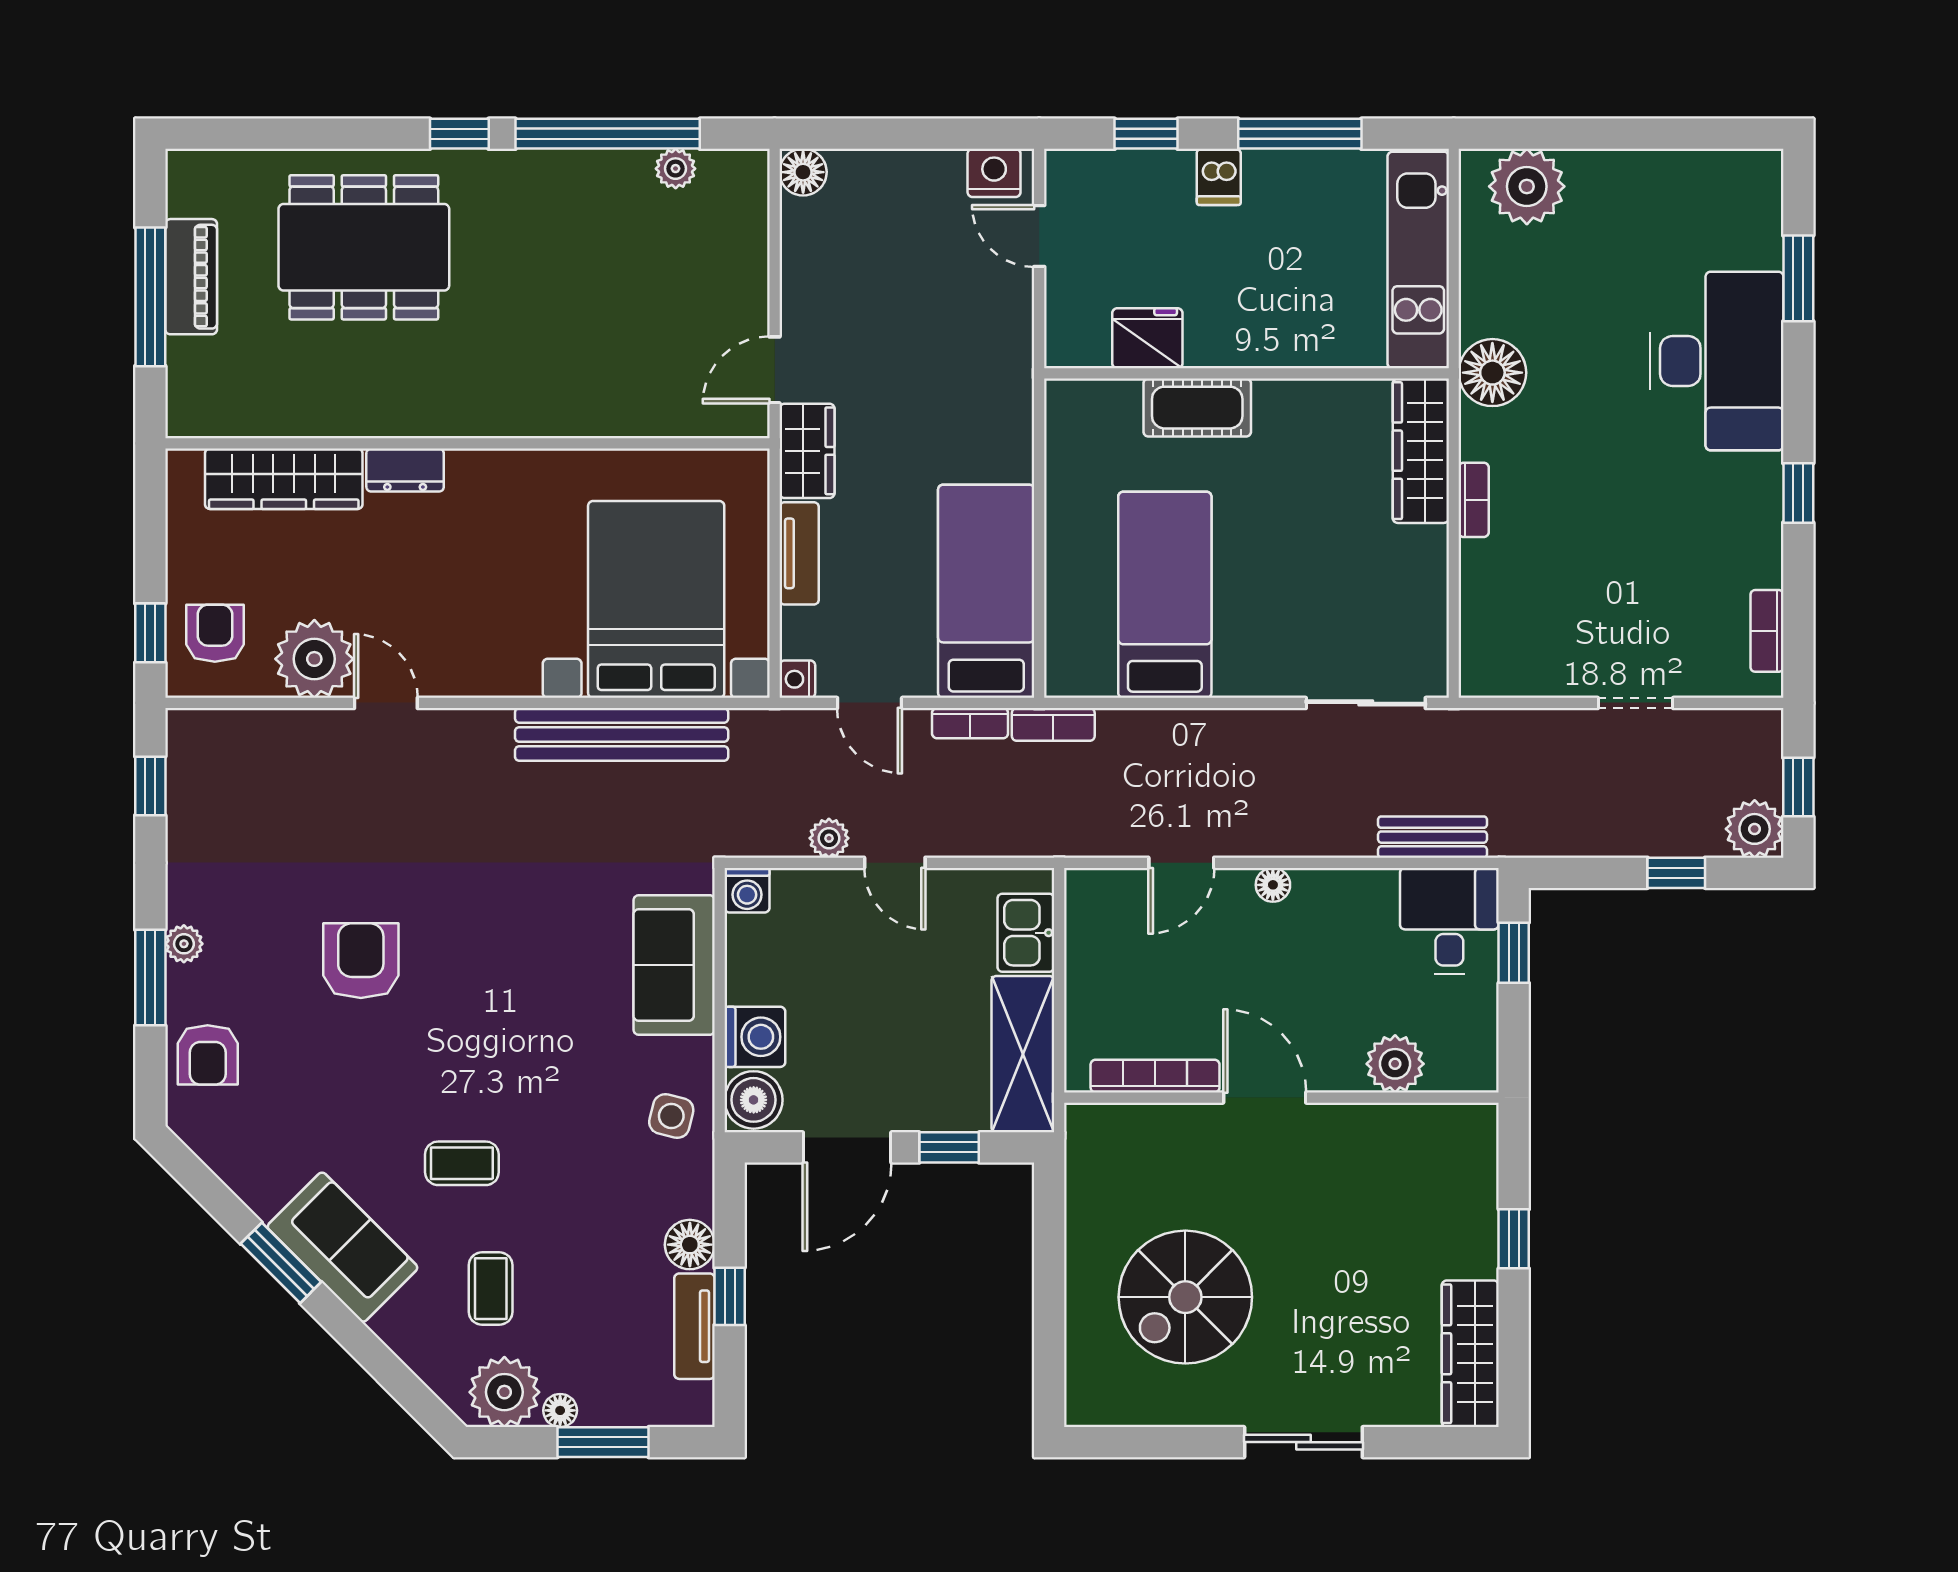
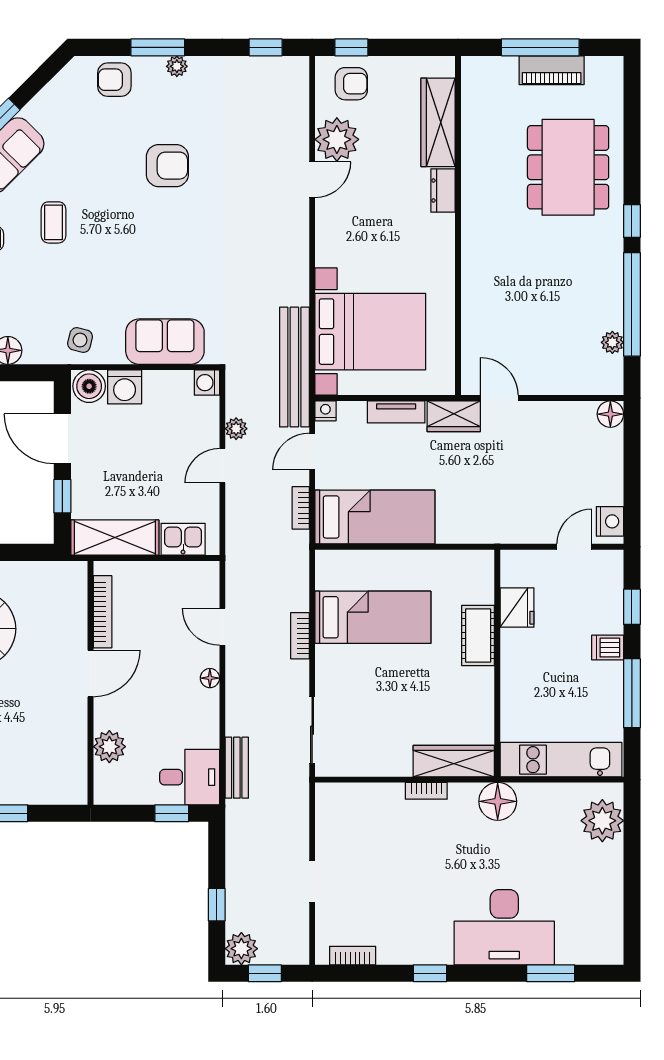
bookcase: (1053, 724) -> (300, 636), moved
bench: (622, 734) -> (294, 367), moved

